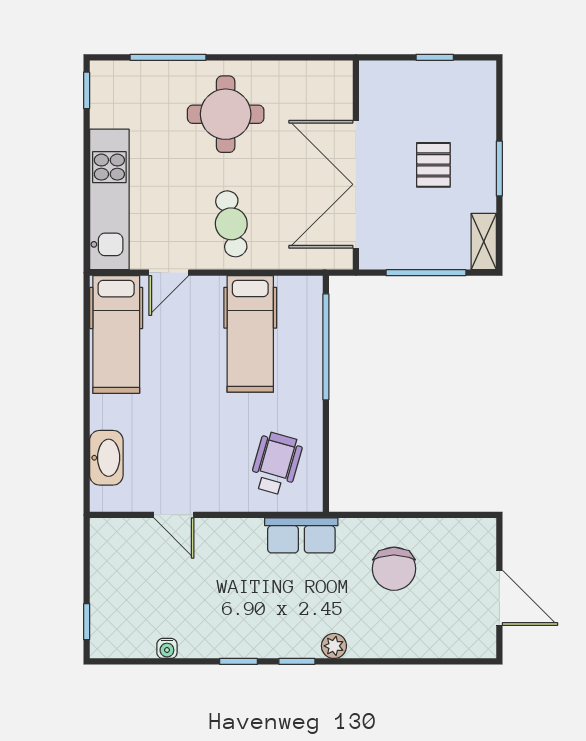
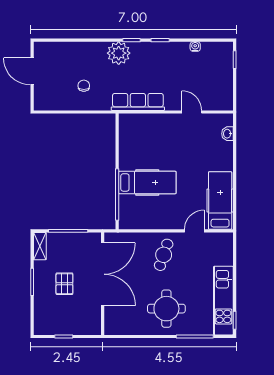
kitchen unit: (109, 199) -> (223, 301), moved
cafe table: (231, 224) -> (164, 255), turned 30
hospital bed: (250, 334) -> (147, 182), moved, turned 90
washbasin: (106, 458) -> (227, 134), width x0.52, depth x0.69
wheelchair: (276, 464) -> (142, 137), removed
row of seats: (301, 535) -> (138, 102), width x1.48
chair: (394, 569) -> (84, 86), width x0.54, depth x0.54
plant: (334, 646) -> (119, 53), width x1.88, depth x1.88

